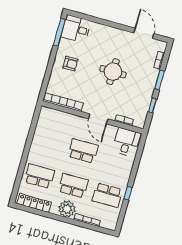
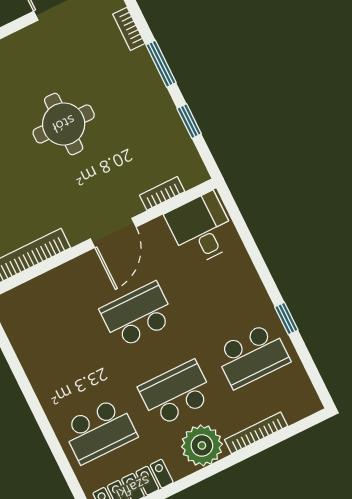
door: (98, 119) -> (113, 233), hinge flipped
school desk: (39, 176) -> (100, 431), turned 180

